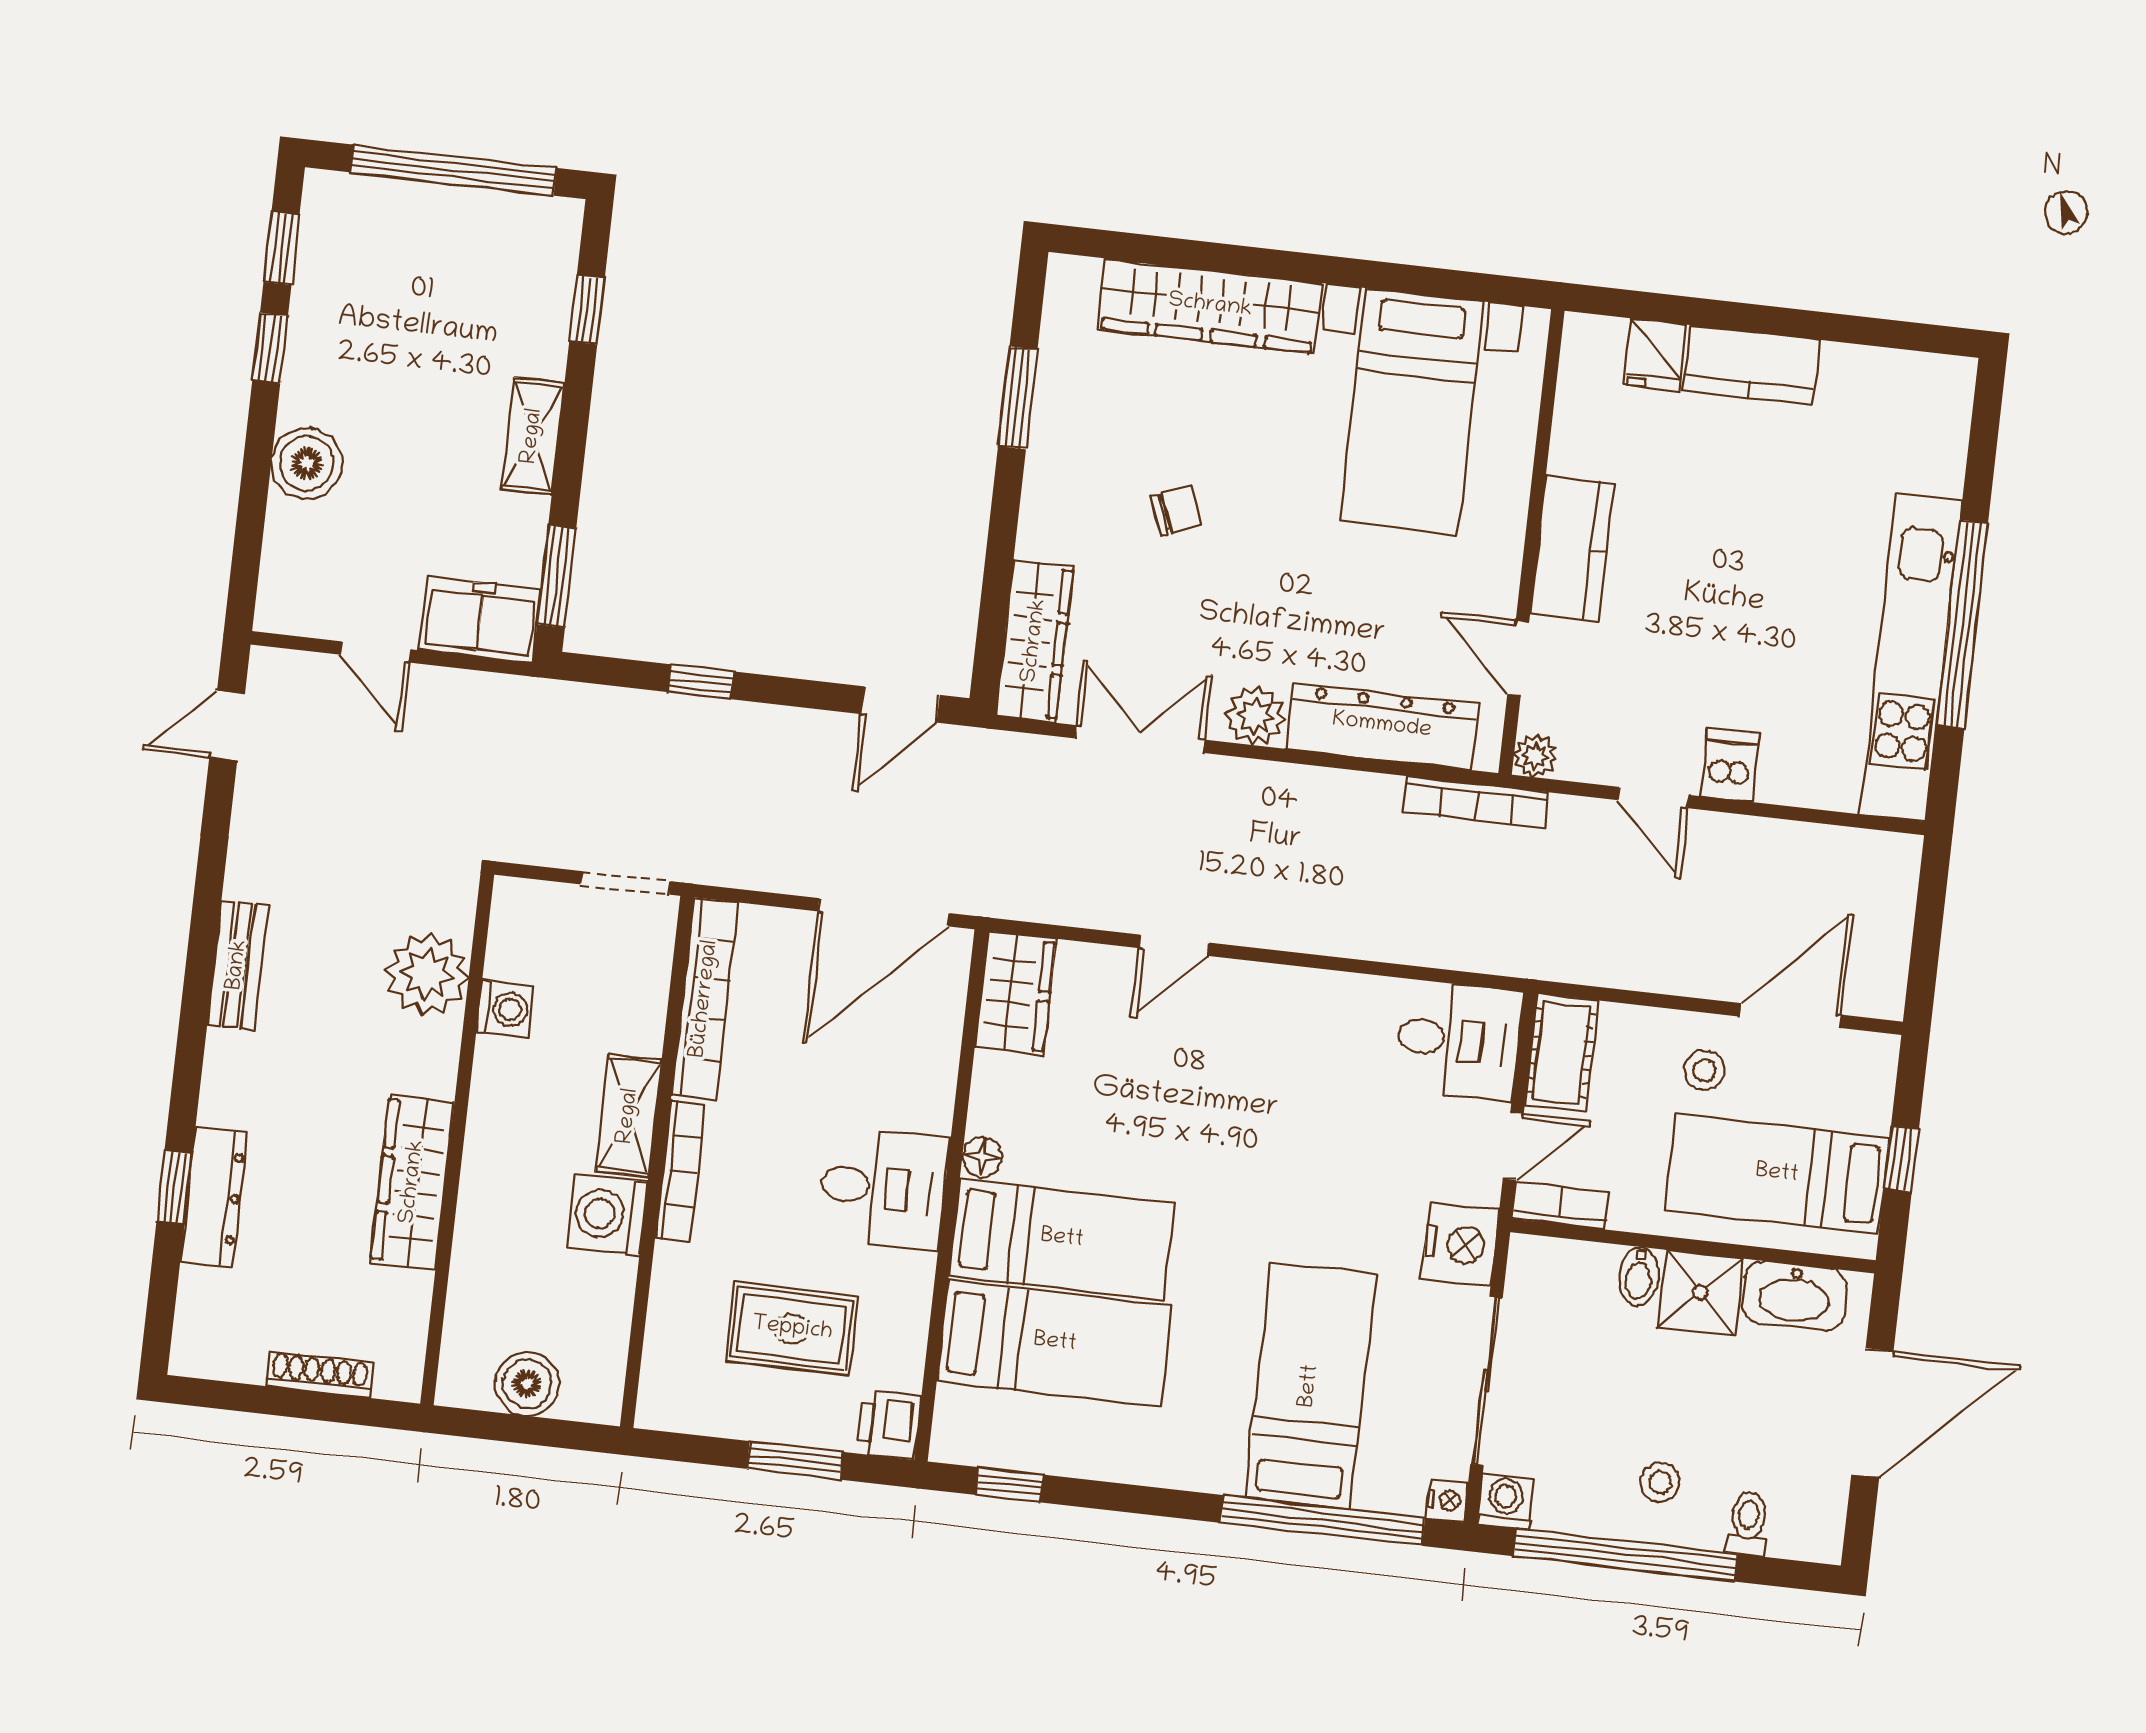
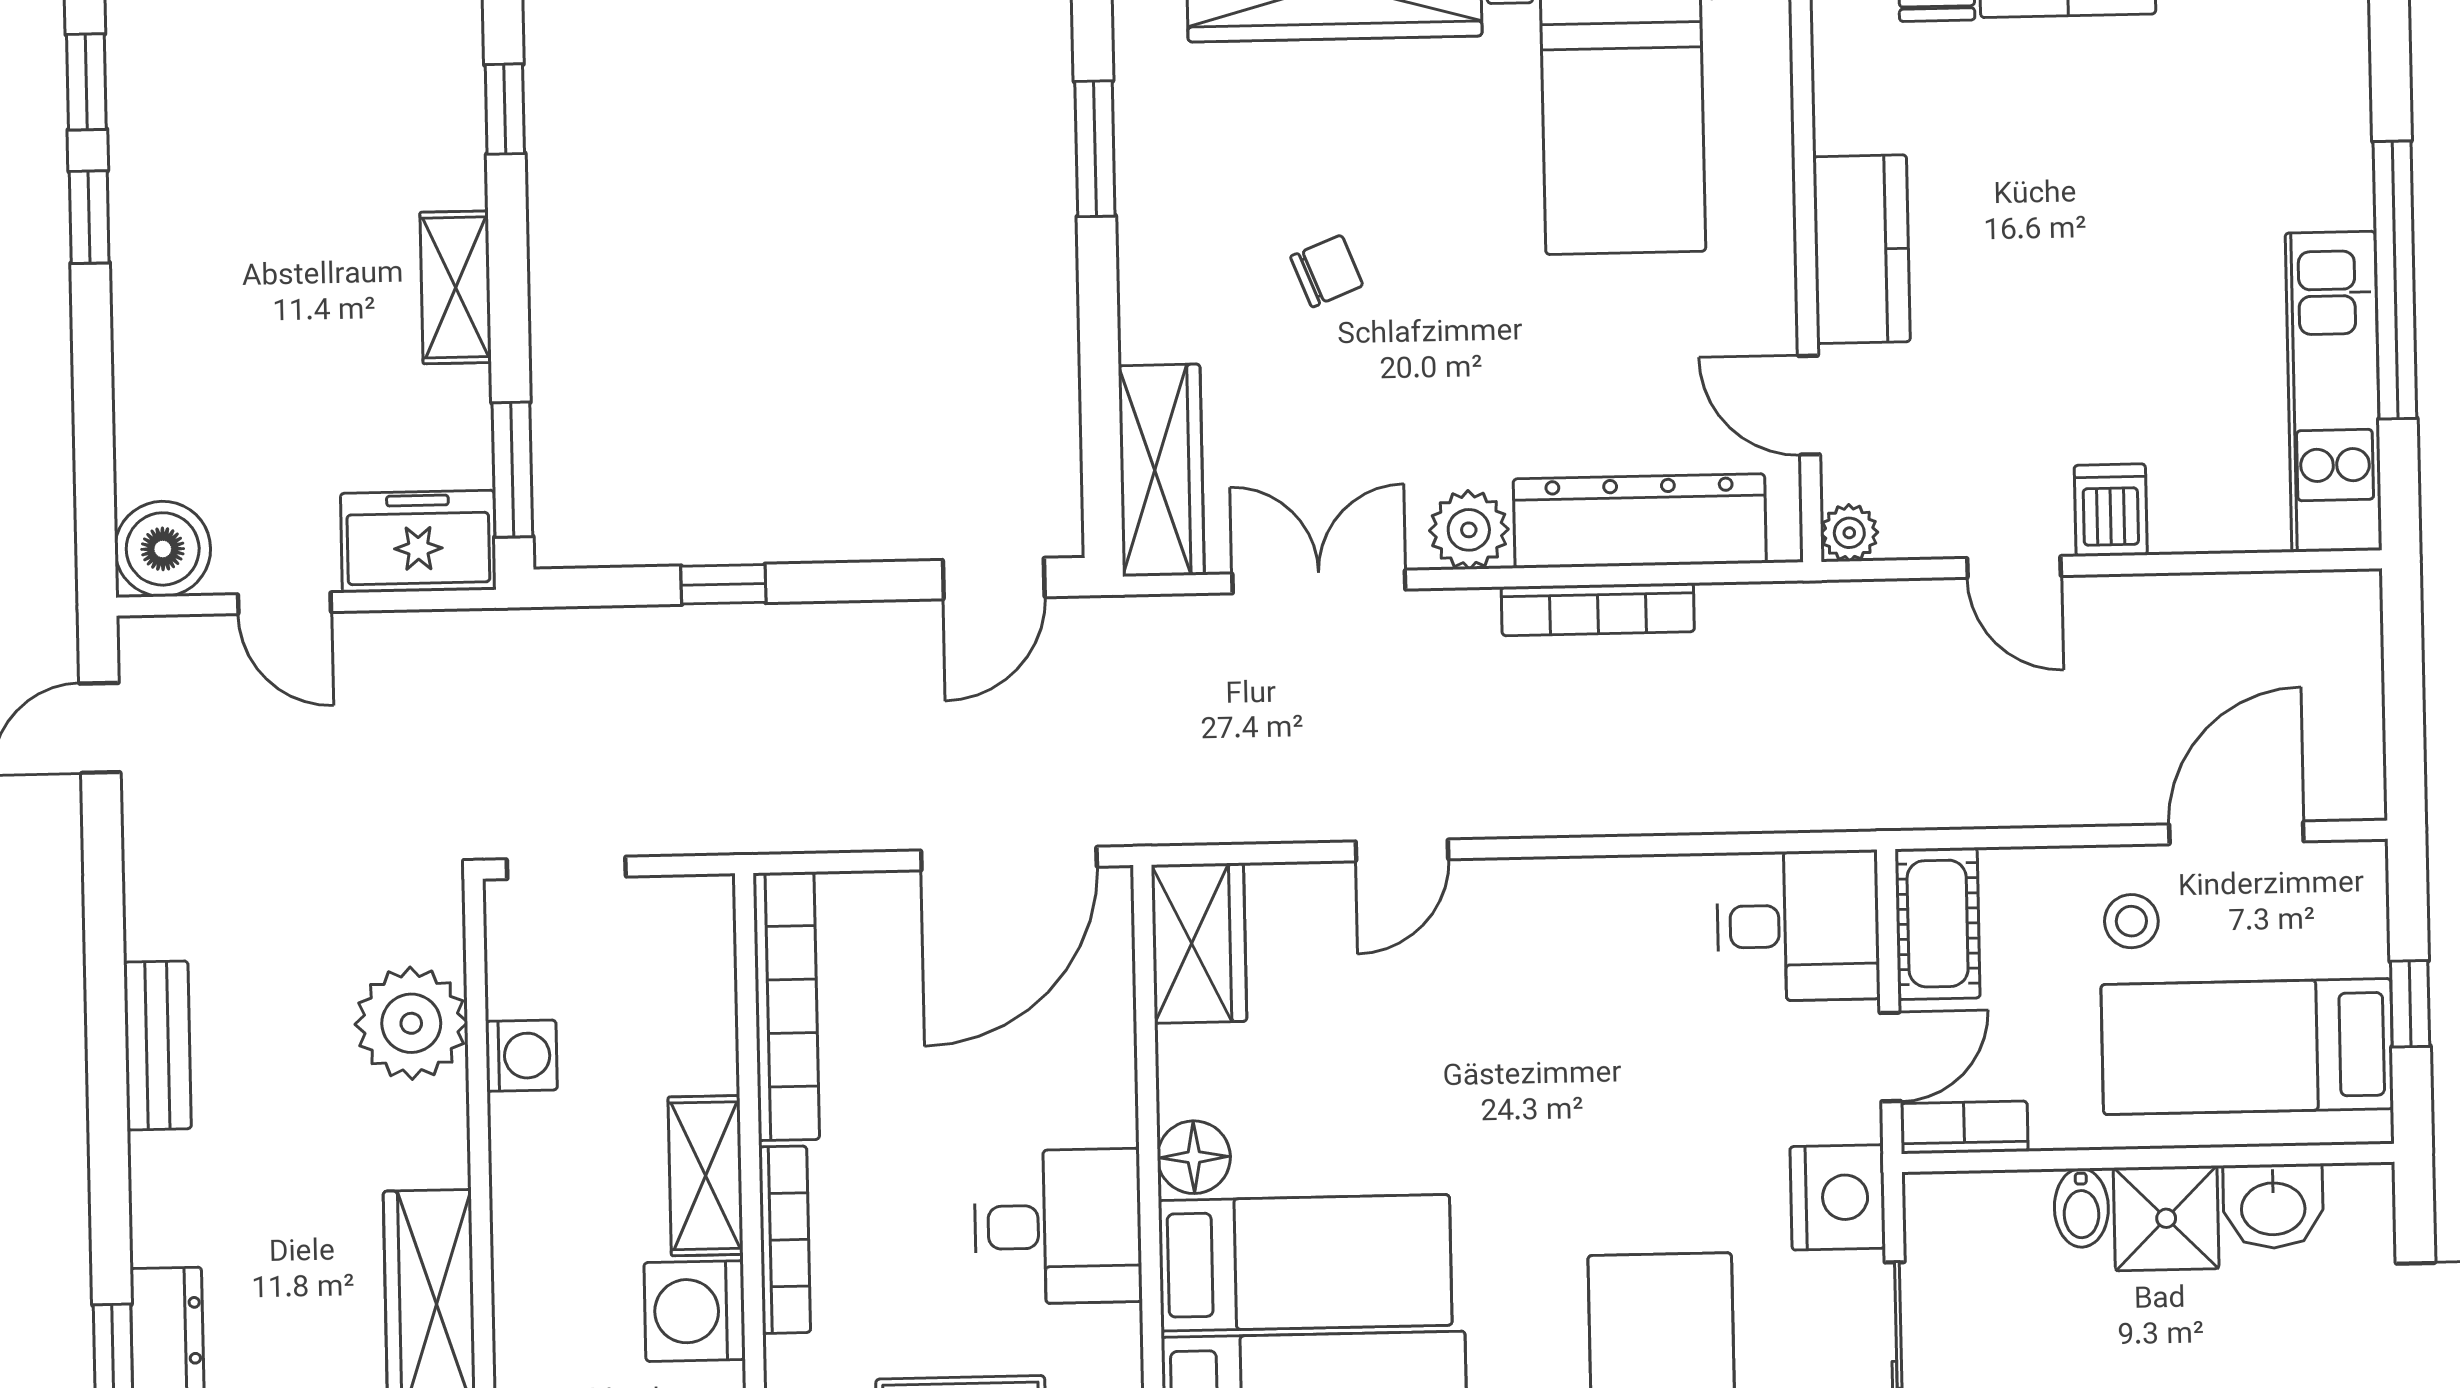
boiler: (307, 463) -> (163, 549), moved
kitchen unit: (1911, 657) -> (2333, 392), width x0.73
bookcase: (1476, 802) -> (1598, 609), moved
doorway: (626, 883) -> (566, 868), moved
floor lamp: (982, 1157) -> (1194, 1157), width x1.37, depth x1.37
washbasin: (1794, 1296) -> (2273, 1206), width x0.72

